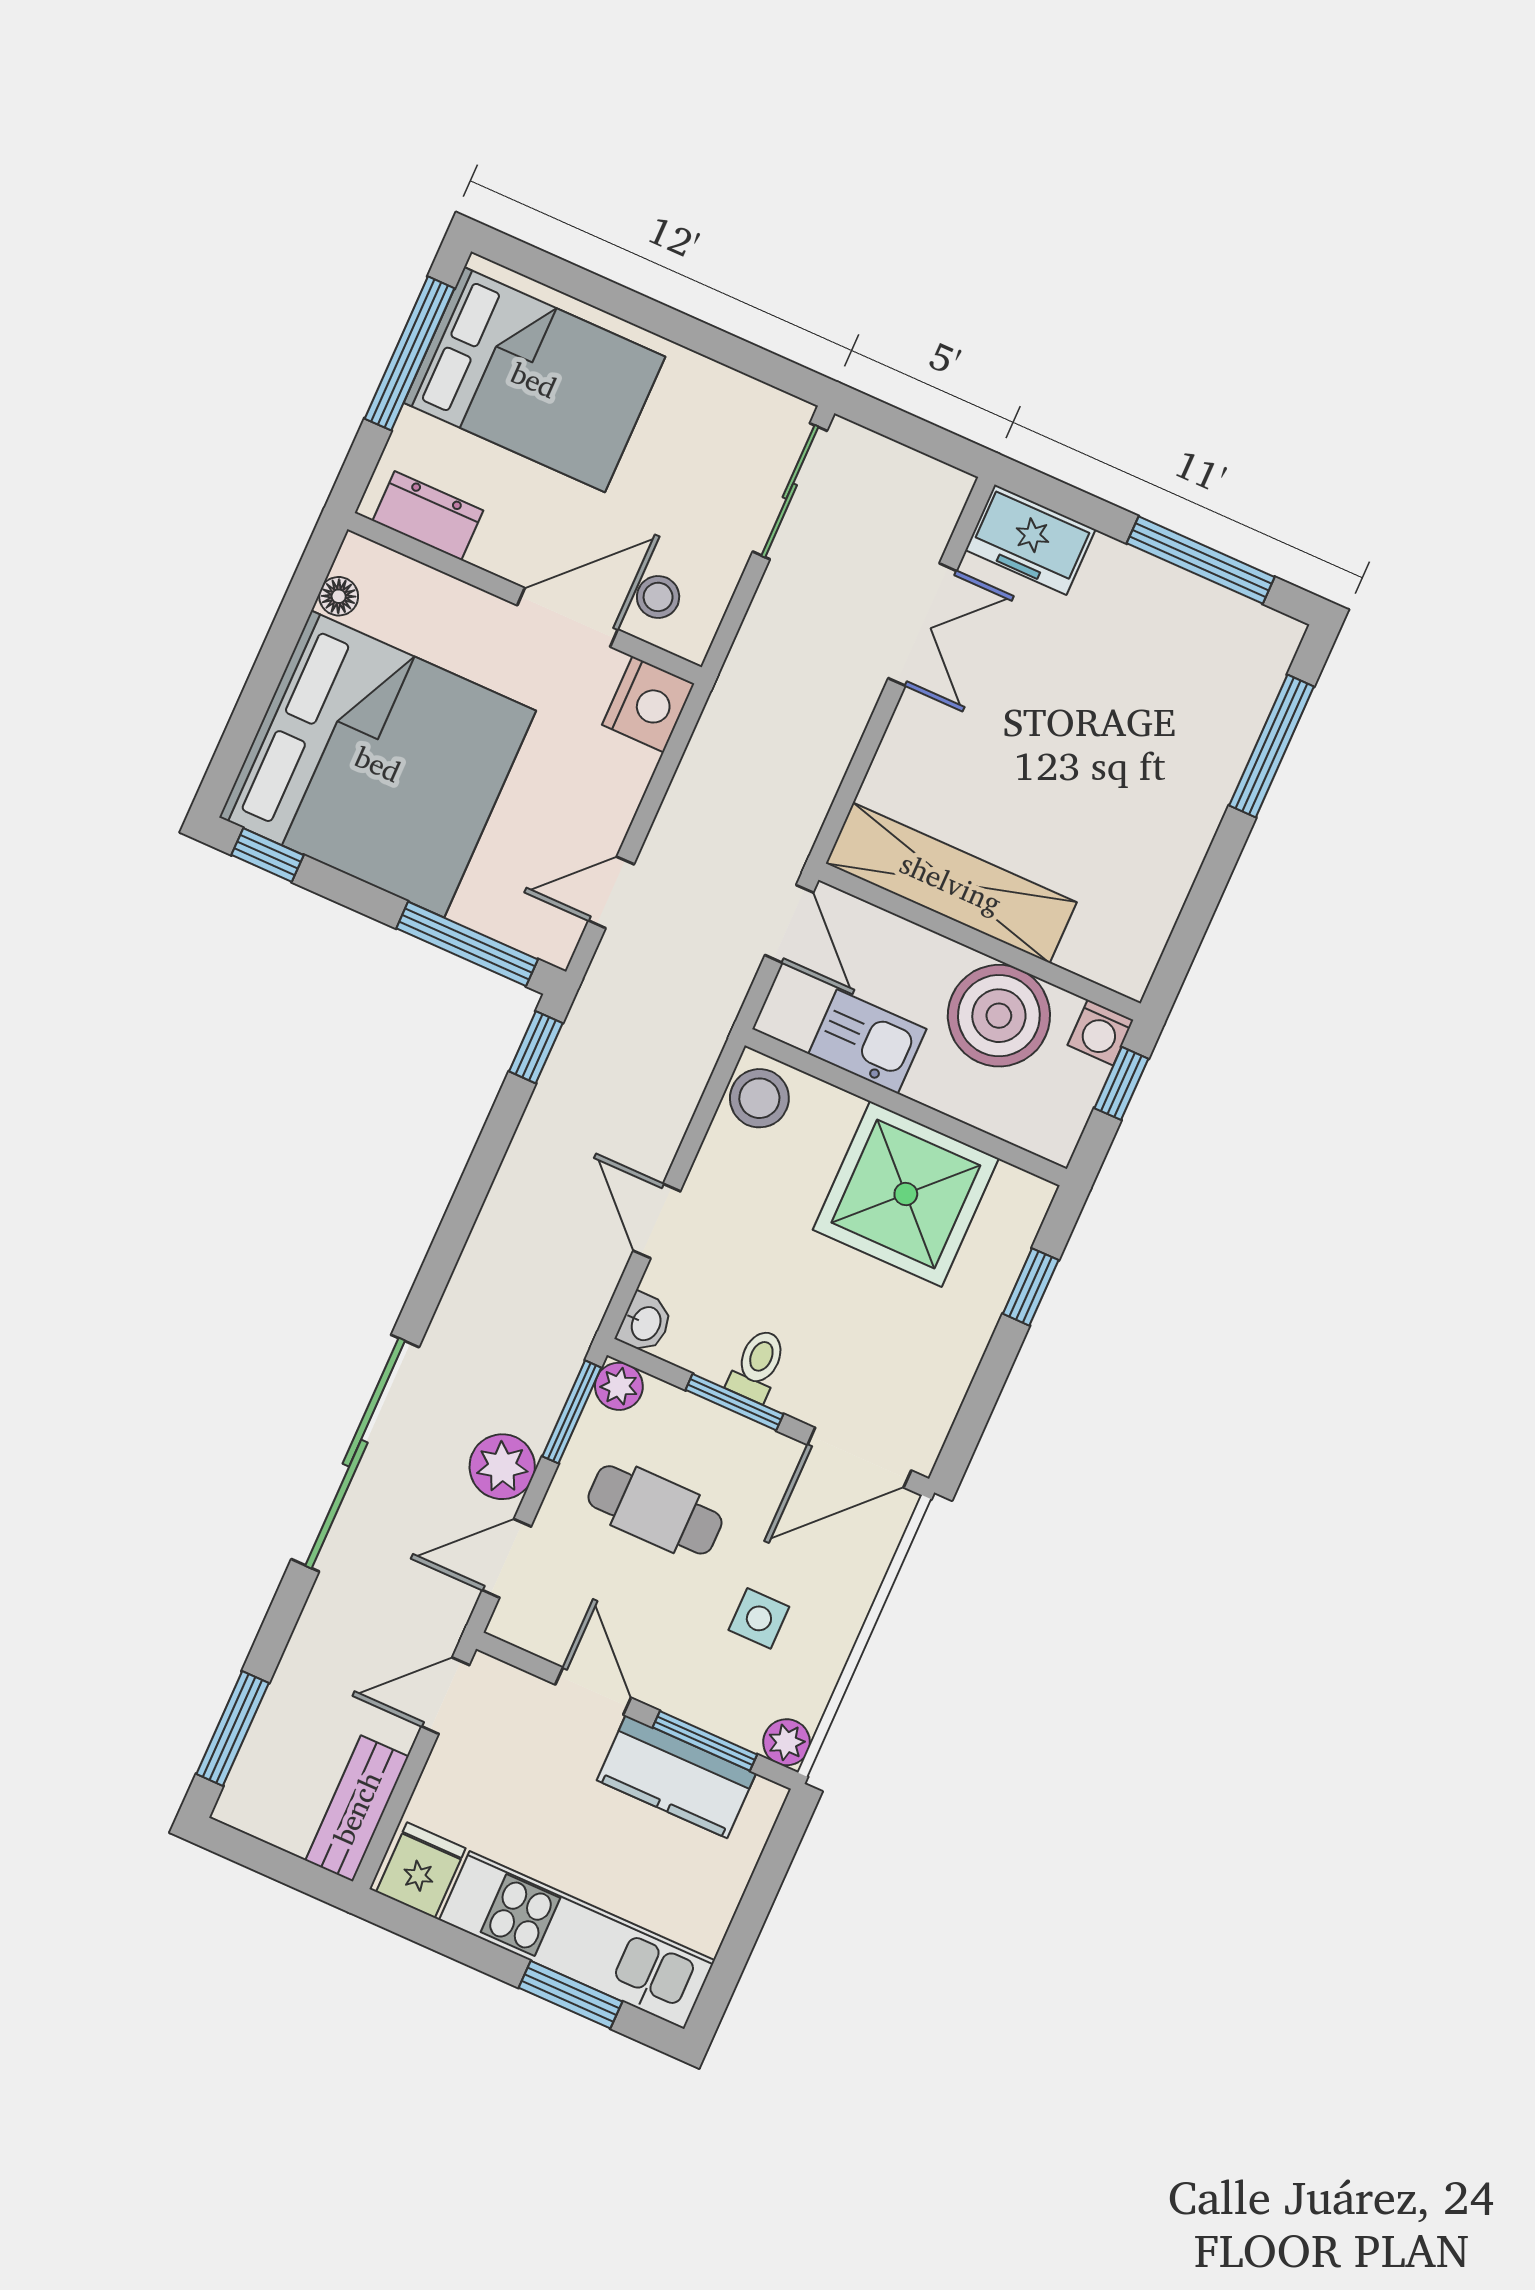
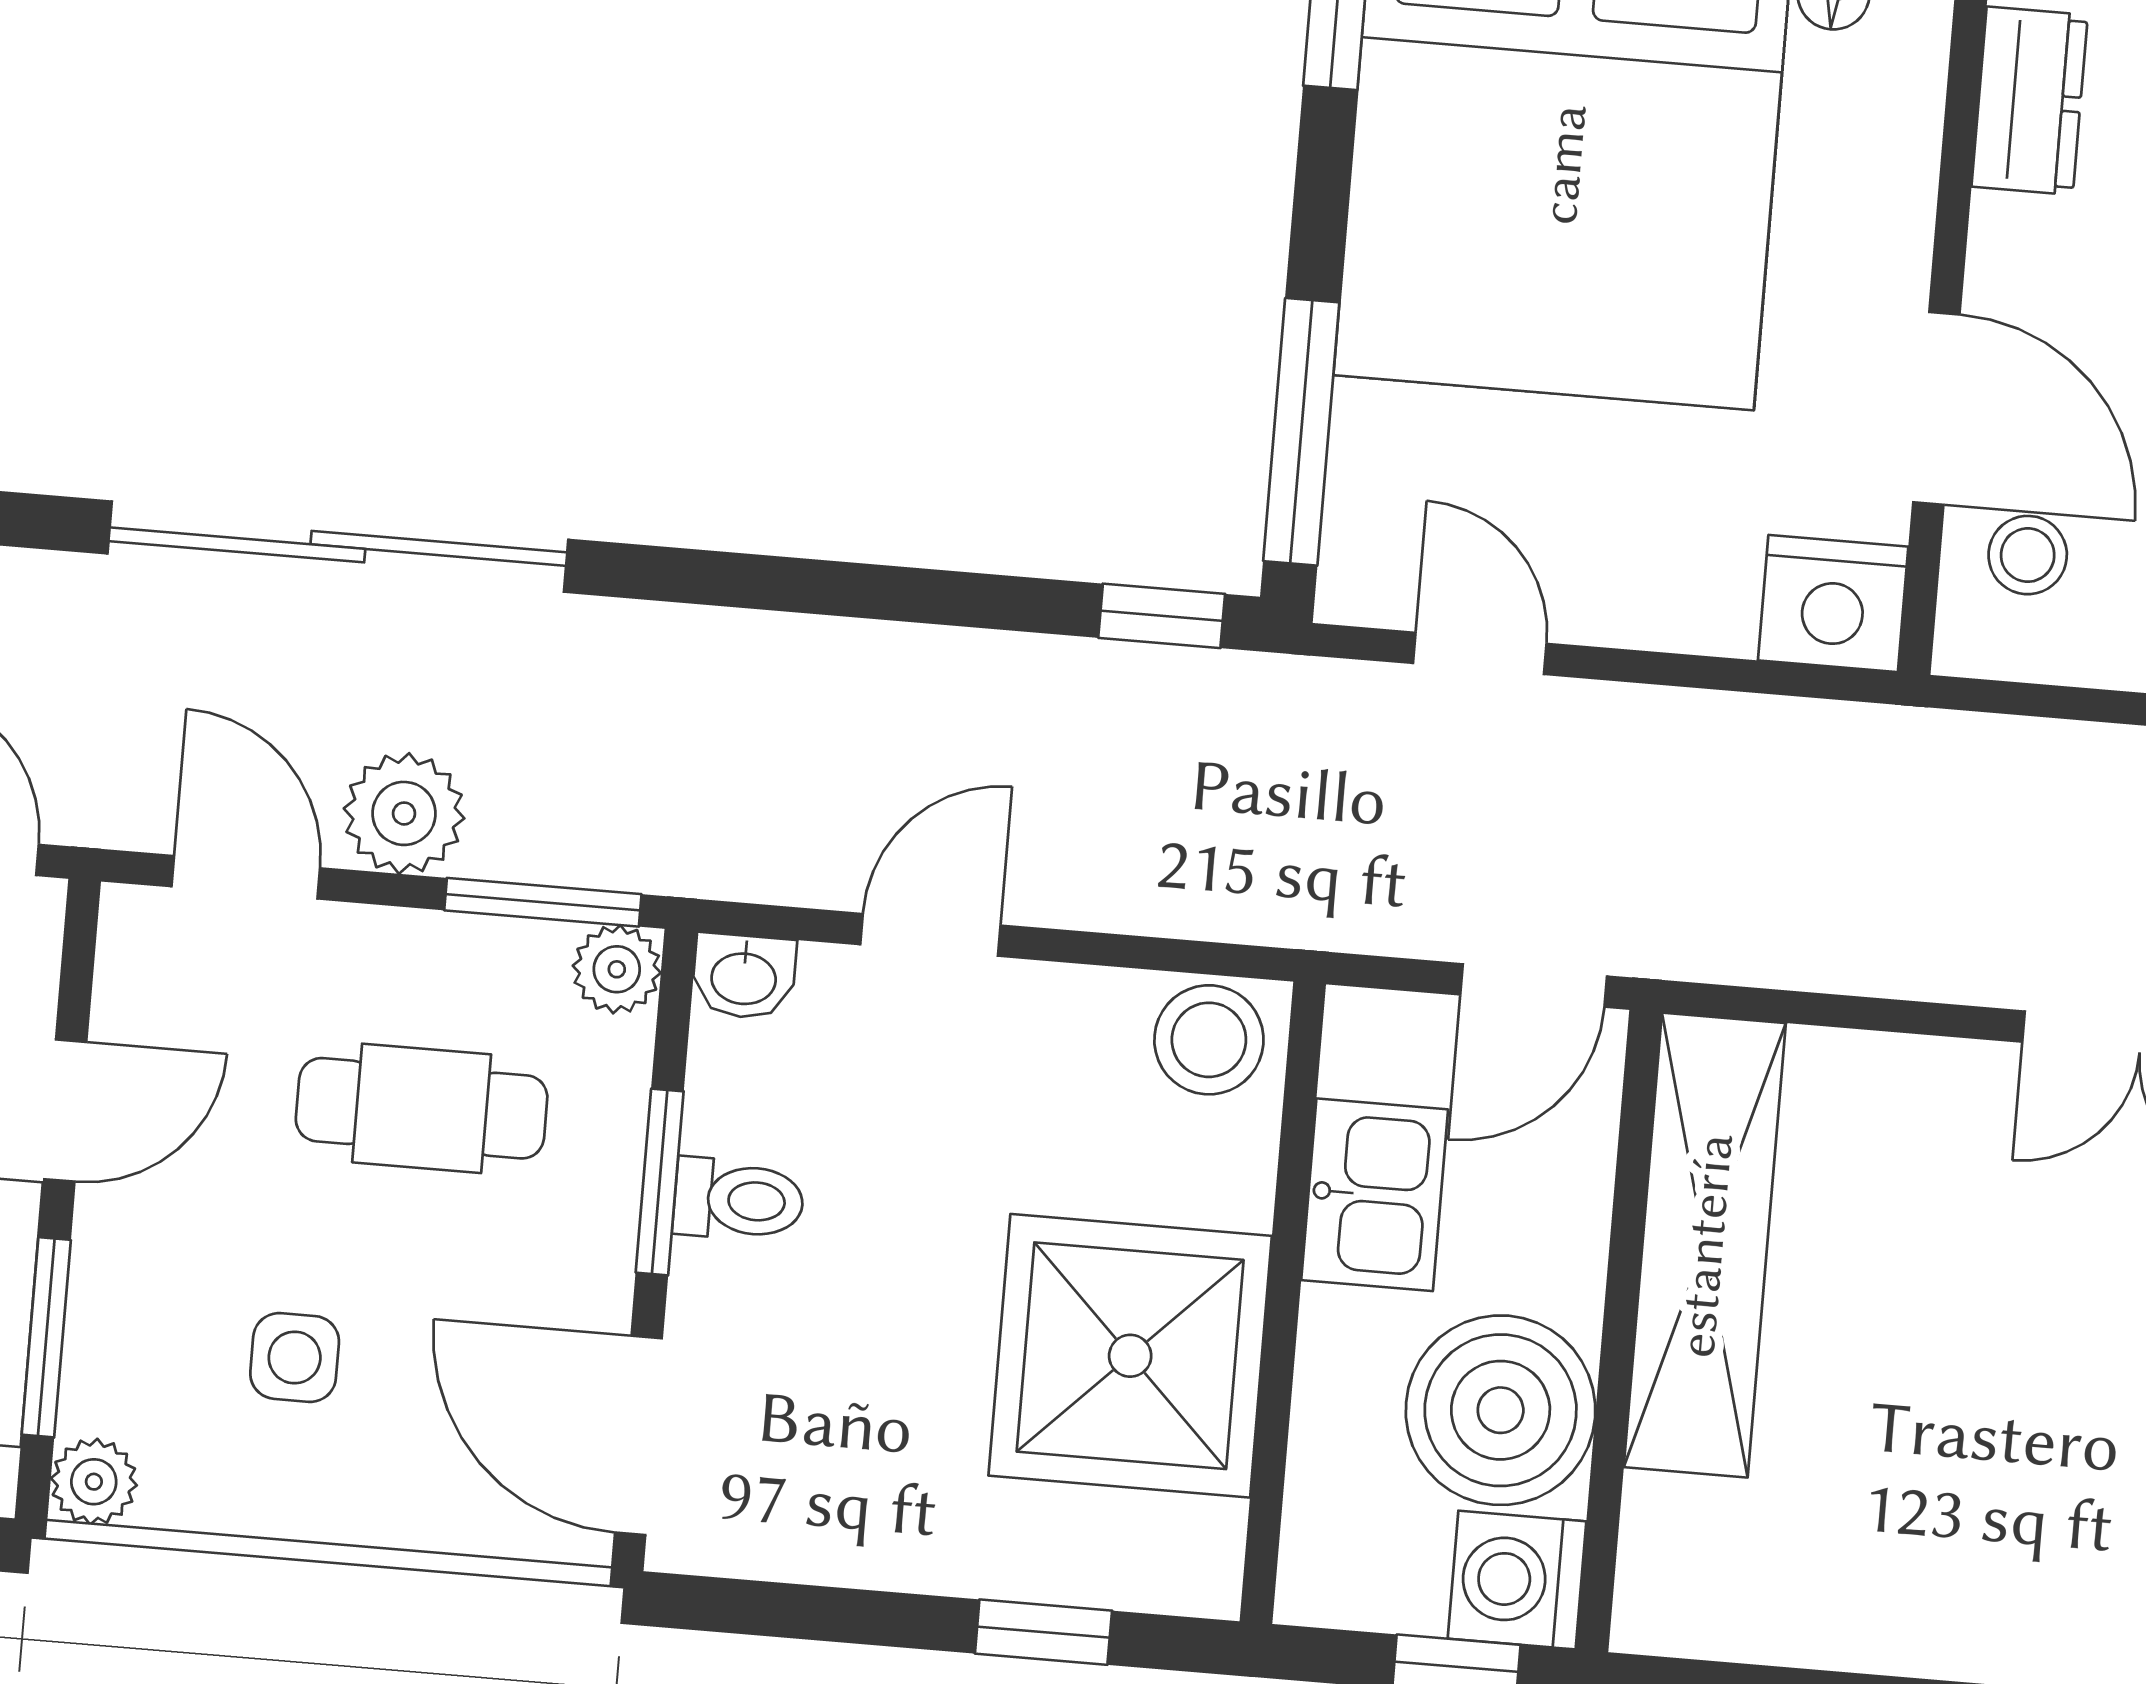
washing machine: (1100, 1033) -> (1517, 1580), width x1.38, depth x1.38
cafe table: (655, 1510) -> (422, 1108), turned 90

